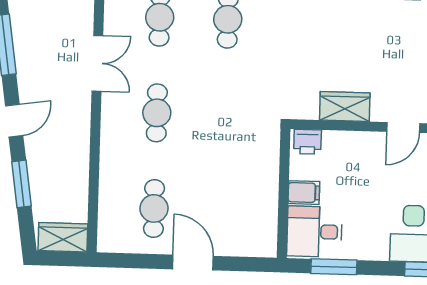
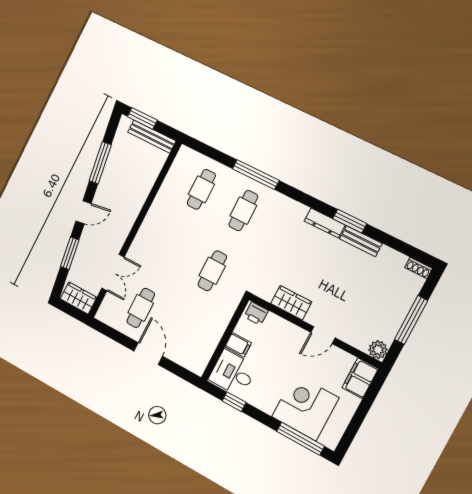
double door: (97, 63) -> (113, 273), moved
cafe table: (157, 113) -> (212, 271), moved
window: (334, 267) -> (234, 402), width x0.67

